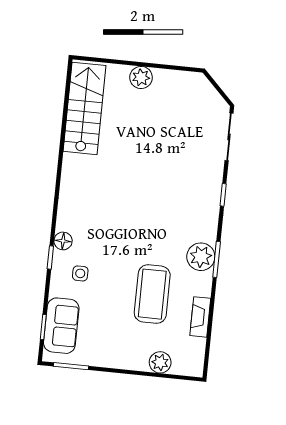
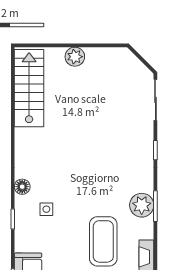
floor lamp: (63, 241) -> (22, 187), moved
side table: (80, 273) -> (46, 209), moved

